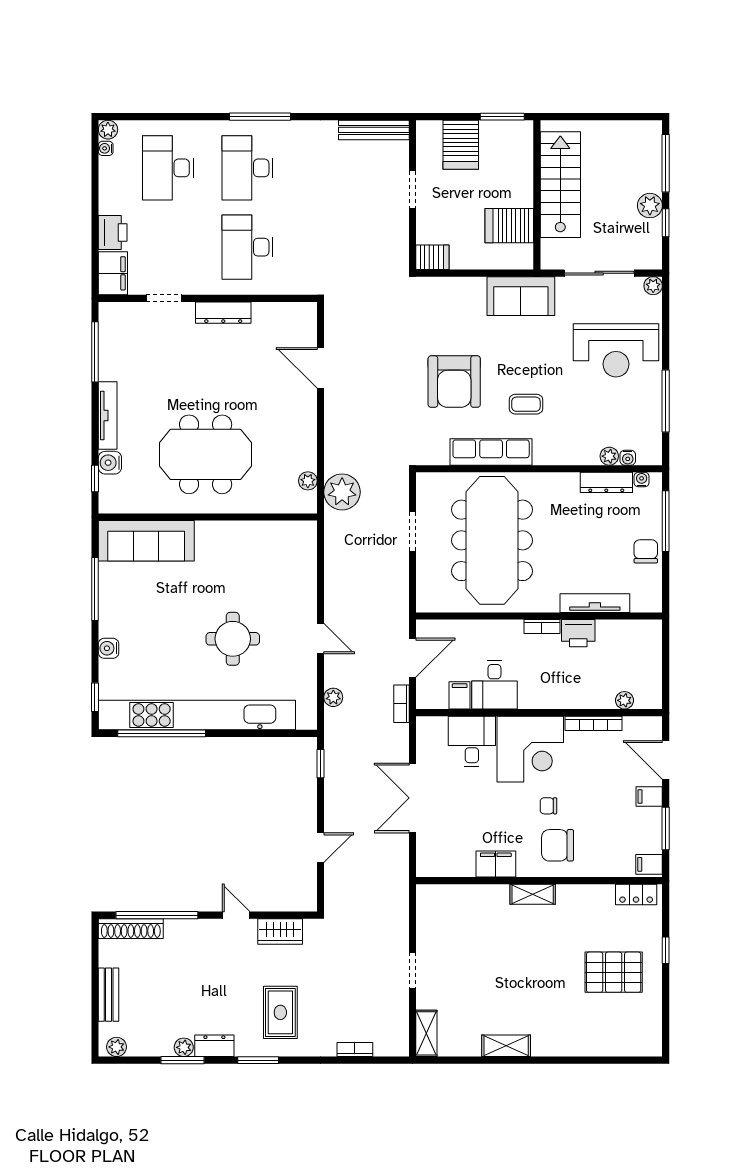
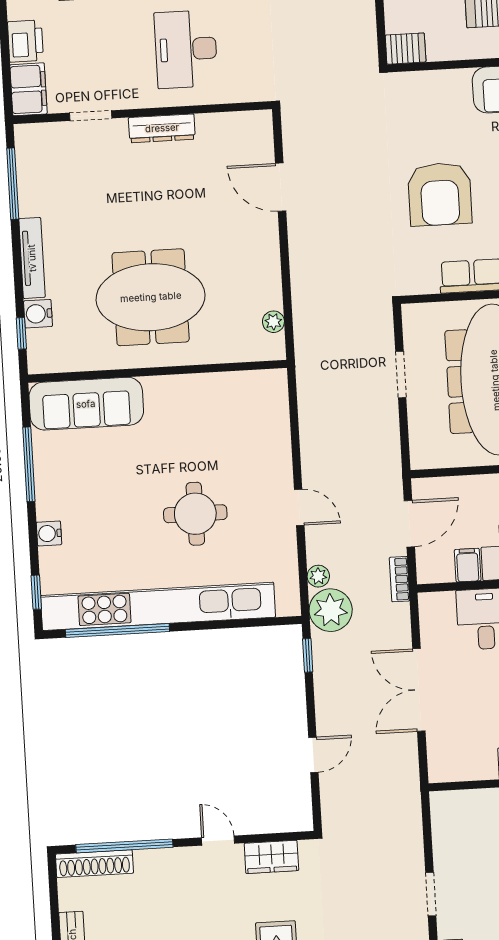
plant: (342, 492) -> (331, 610), moved

